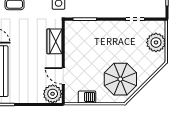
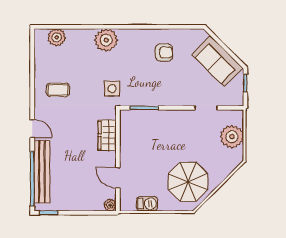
plant: (53, 94) -> (110, 205), width x0.53, depth x0.53

